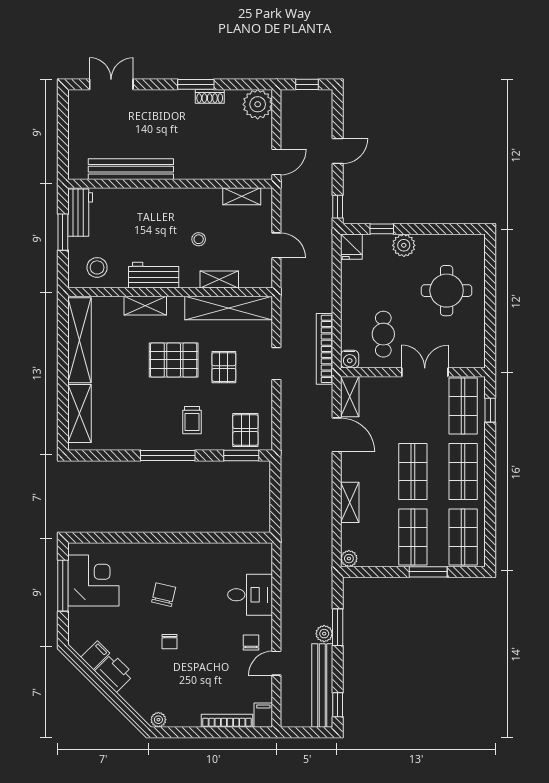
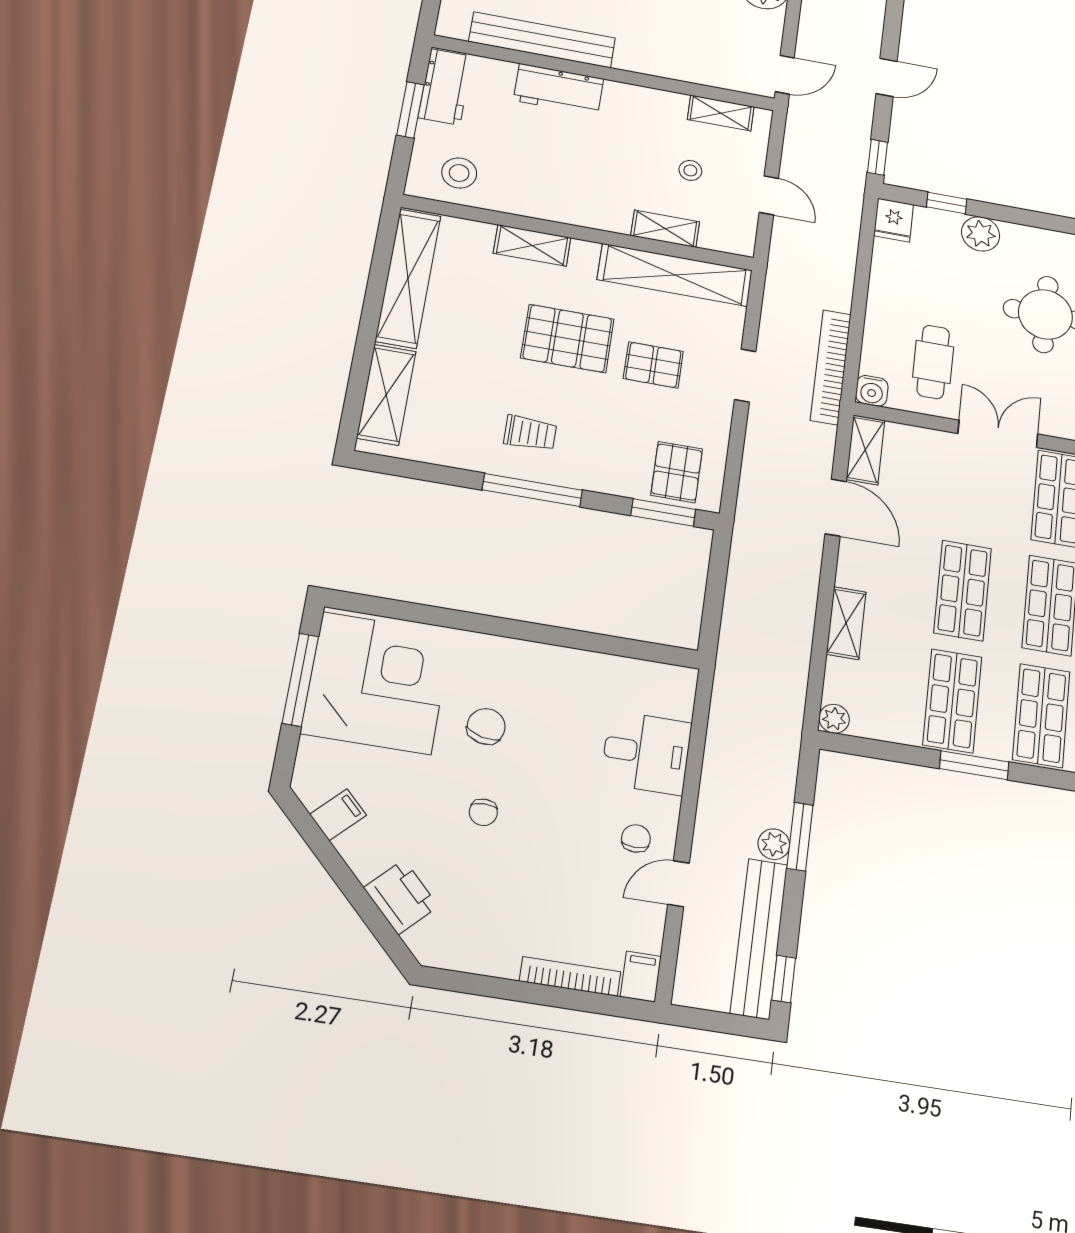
stool: (199, 239) -> (690, 170), moved
workbench: (154, 275) -> (559, 90), moved, turned 180
pallet: (224, 367) -> (653, 365), turned 90
trolley: (192, 420) -> (530, 433), moved, turned -90
corner desk: (93, 580) -> (377, 683), width x1.36, depth x1.36
printer: (114, 673) -> (401, 897), moved
plant: (158, 720) -> (438, 954), removed

